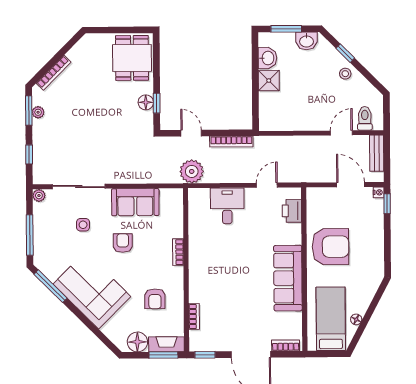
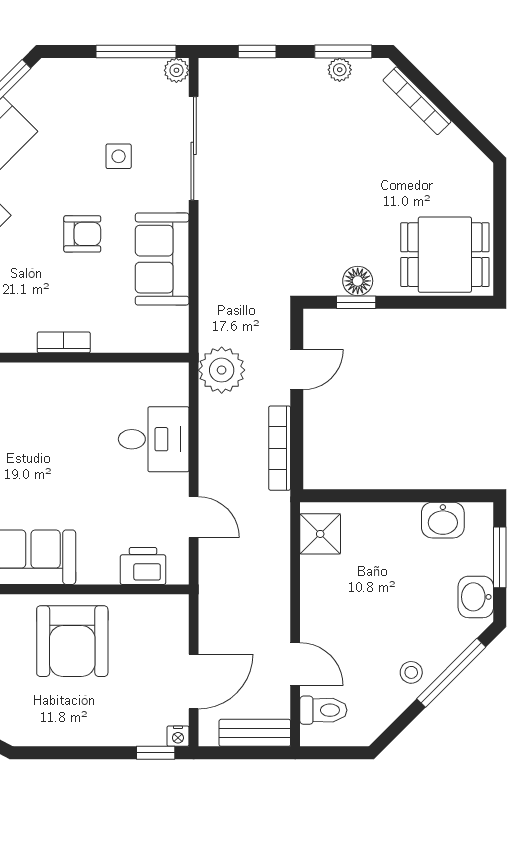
window: (345, 53) -> (451, 673), width x2.17
shower: (269, 81) -> (320, 534), moved
window: (30, 235) -> (136, 52), moved

